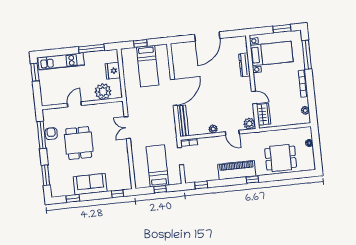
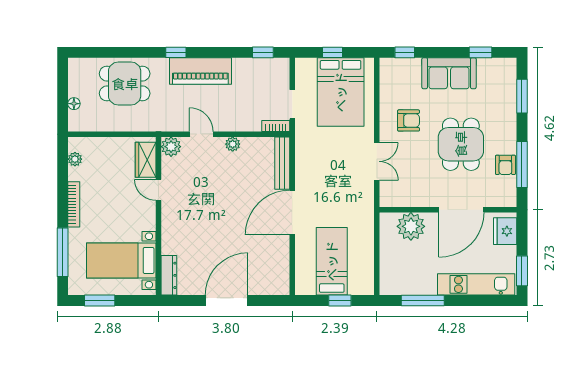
dresser: (244, 65) -> (169, 275), moved
fridge: (113, 71) -> (505, 231), moved, turned 180
door: (74, 104) -> (461, 210), width x1.88
armchair: (111, 154) -> (409, 120), added
bed: (157, 166) -> (341, 92), width x1.50

